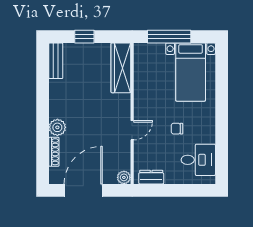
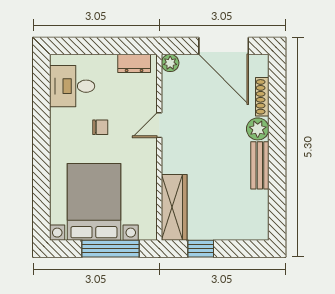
window: (84, 37) -> (201, 249), moved
bench: (56, 61) -> (260, 165), moved
bed with nightstands: (191, 72) -> (94, 202), width x1.36
door: (83, 190) -> (224, 46), hinge flipped

